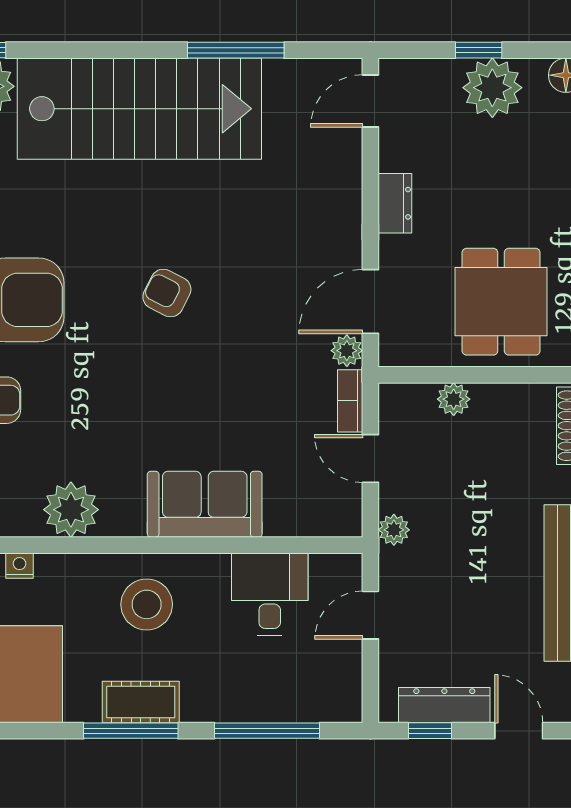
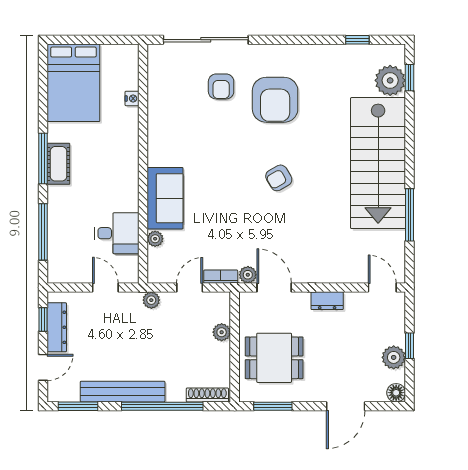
plant: (492, 88) -> (394, 357), width x0.73, depth x0.73
armchair: (167, 293) -> (279, 178), turned -147
plant: (71, 510) -> (155, 239), moved, width x0.53, depth x0.53
stool: (147, 604) -> (111, 167), removed

